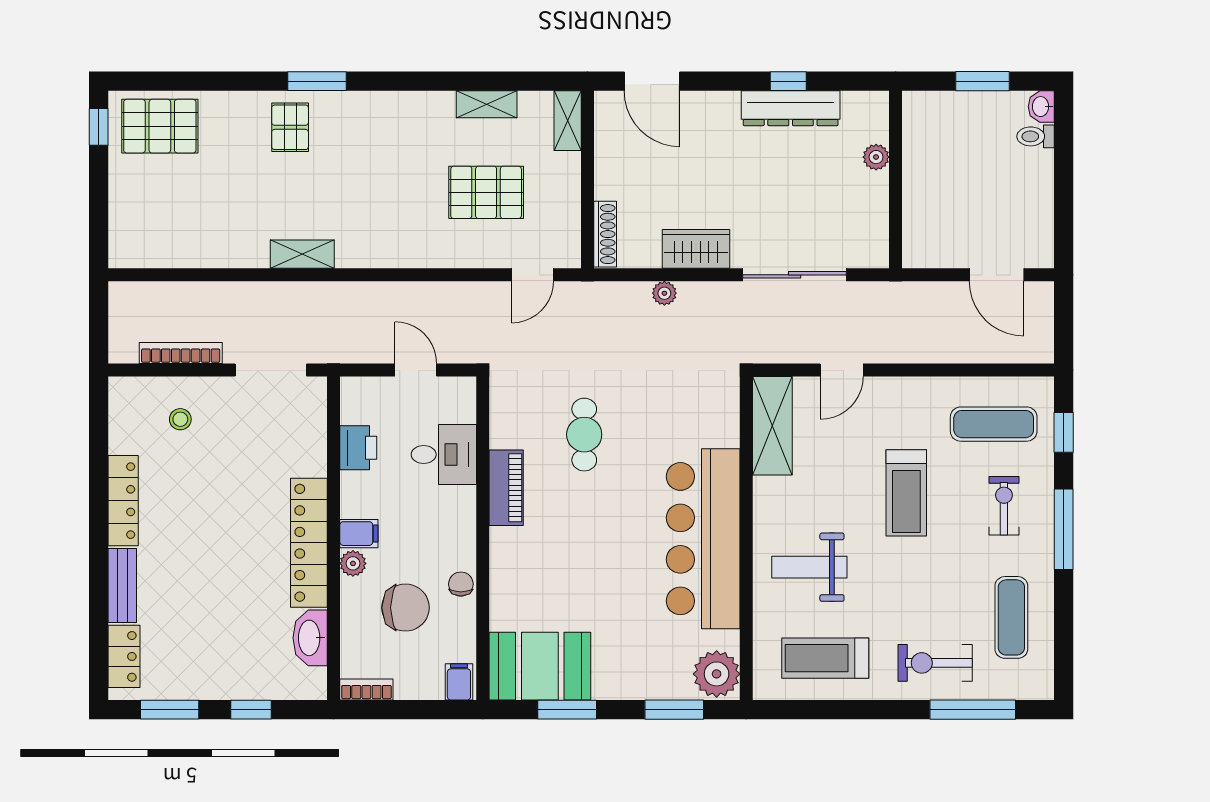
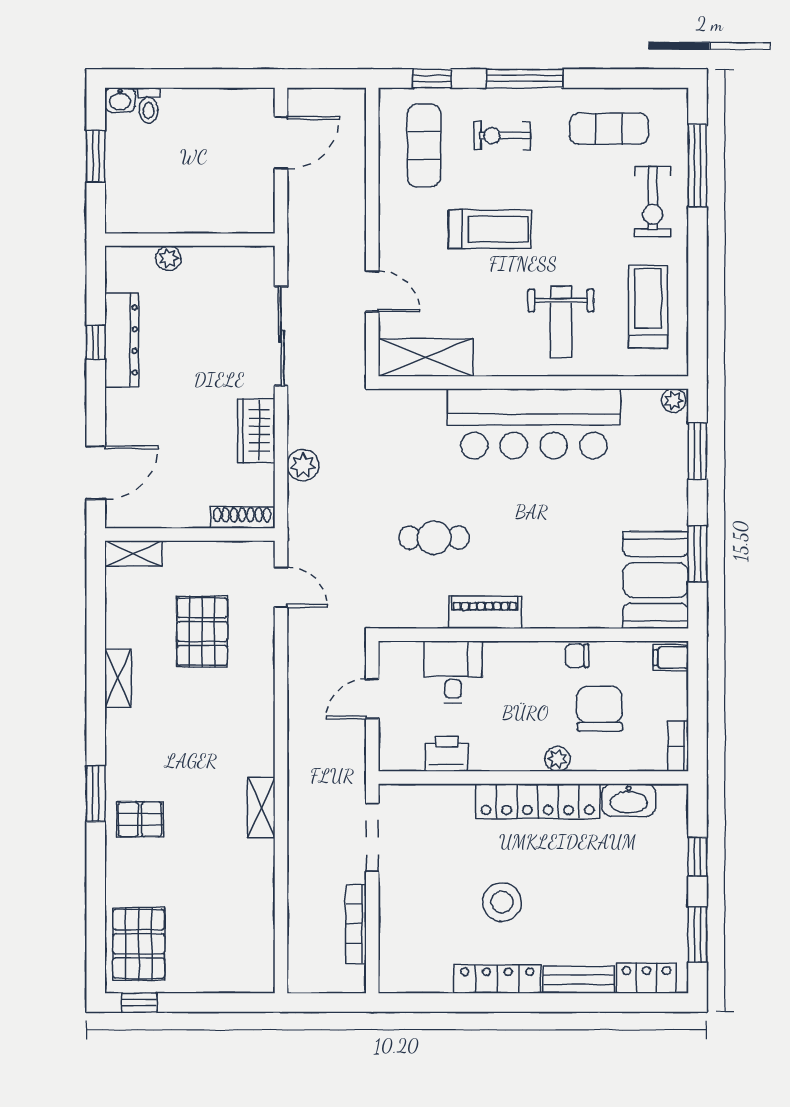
shelving: (487, 104) -> (118, 678), moved
plant: (664, 293) -> (303, 465), width x1.38, depth x1.38
stool: (180, 419) -> (502, 902), moved, width x1.89, depth x1.89
filing cabinet: (359, 534) -> (529, 753), removed
treadmill: (825, 658) -> (648, 307), turned 180
plant: (717, 674) -> (674, 400), width x0.53, depth x0.53

